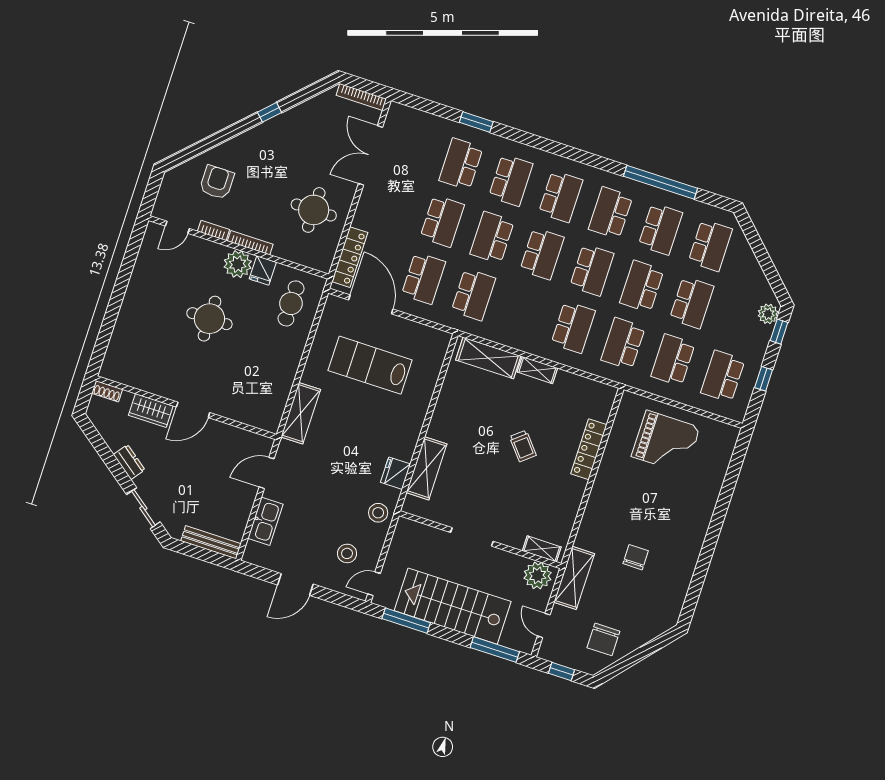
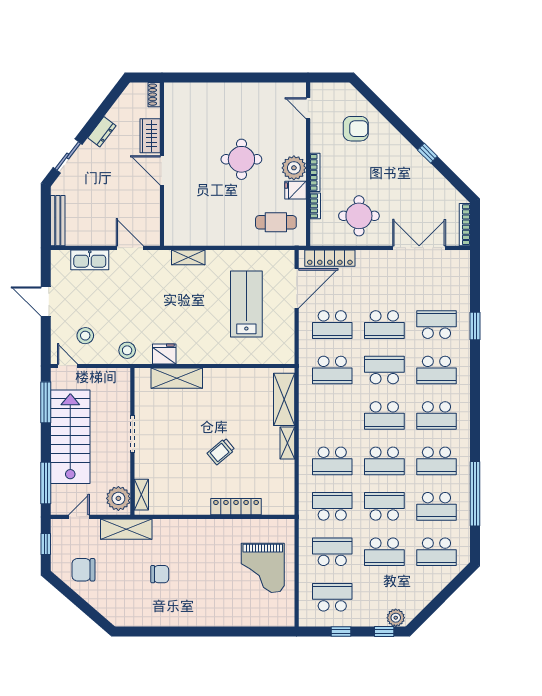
school desk: (611, 213) -> (436, 461), turned 180
bookcase: (214, 230) -> (315, 206), moved
shelving: (301, 413) -> (188, 257), width x0.67, depth x0.75

